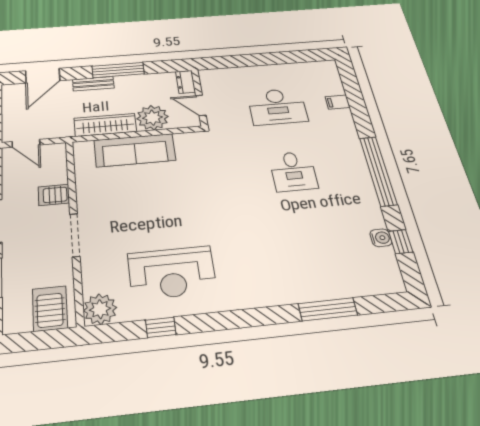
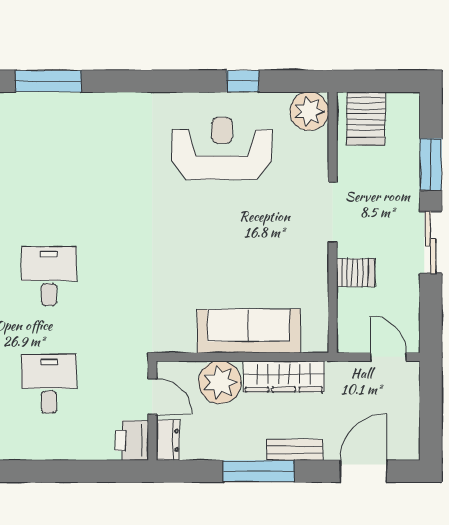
printer: (211, 80) -> (132, 440), added
desk: (277, 107) -> (49, 384), width x0.73

